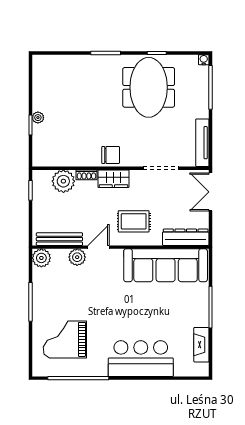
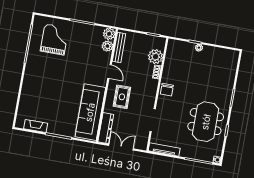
meeting table: (149, 87) -> (206, 122), turned 90
wardrobe: (113, 179) -> (151, 89), removed
double door: (210, 192) -> (121, 147), moved
plant: (77, 257) -> (107, 46), moved
bar counter: (141, 359) -> (34, 86), removed

